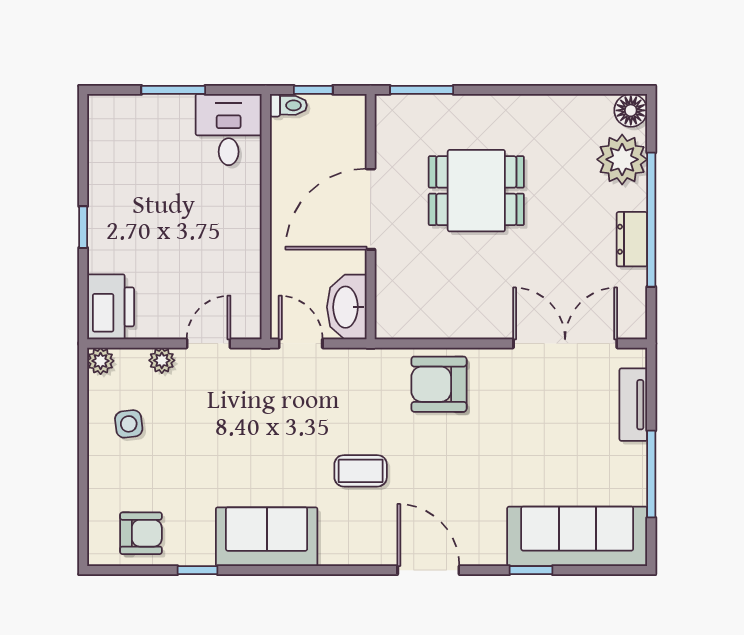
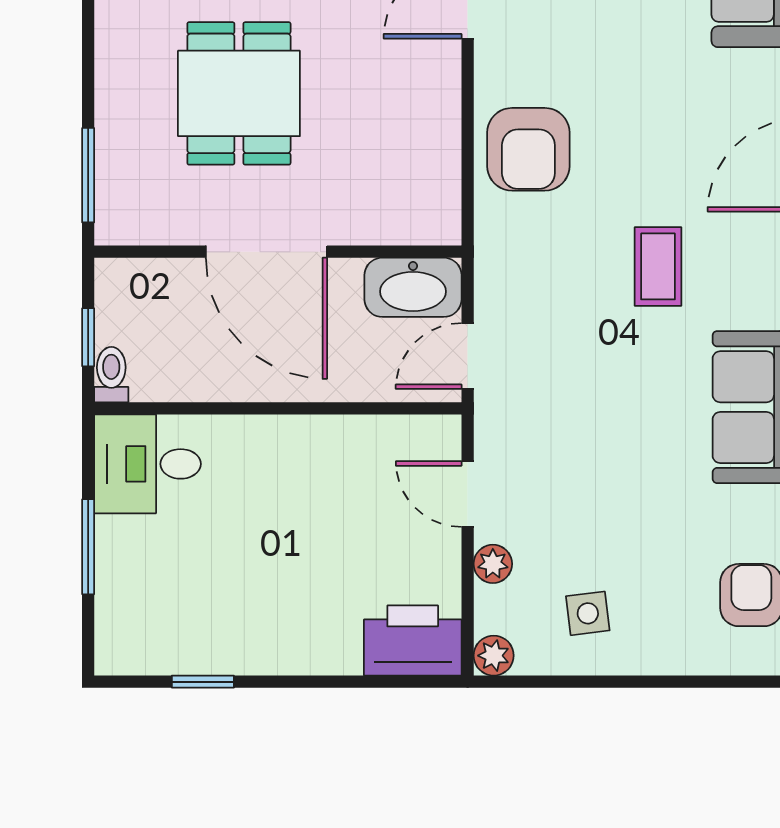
window: (83, 227) -> (203, 682), moved

